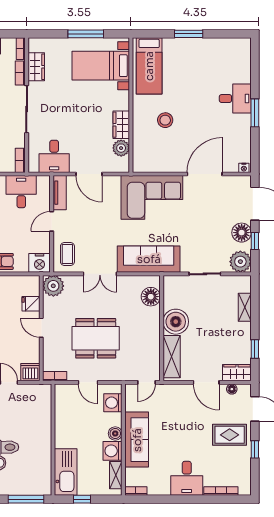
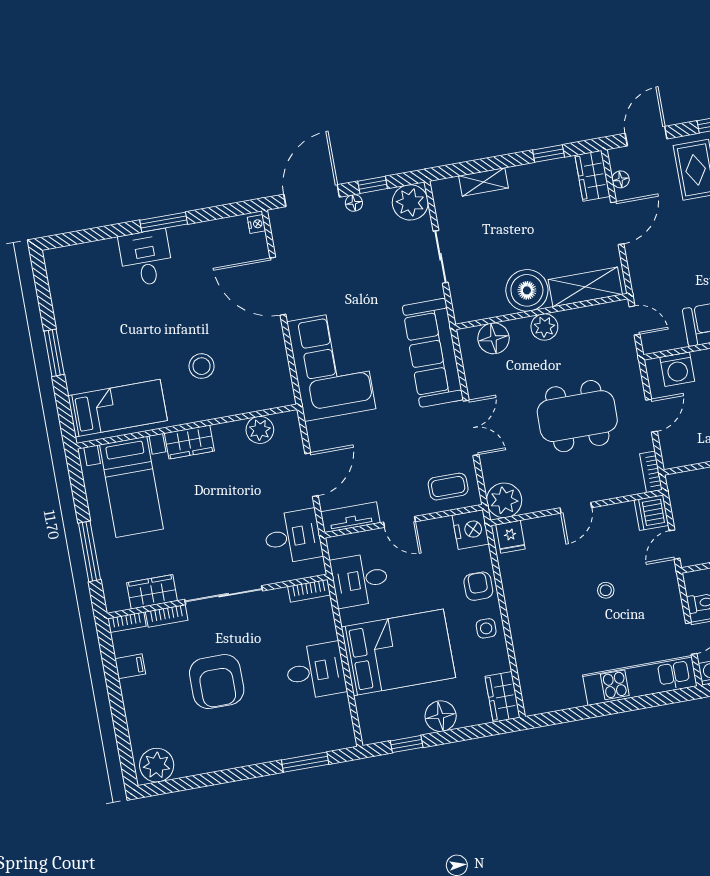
window: (86, 34) -> (89, 551), moved
wardrobe: (121, 125) -> (189, 442), moved
floor lamp: (242, 233) -> (354, 203), width x0.53, depth x0.53
fridge: (31, 304) -> (510, 537), moved
plant: (152, 328) -> (544, 327), added
dining table: (96, 338) -> (577, 416), turned 90

